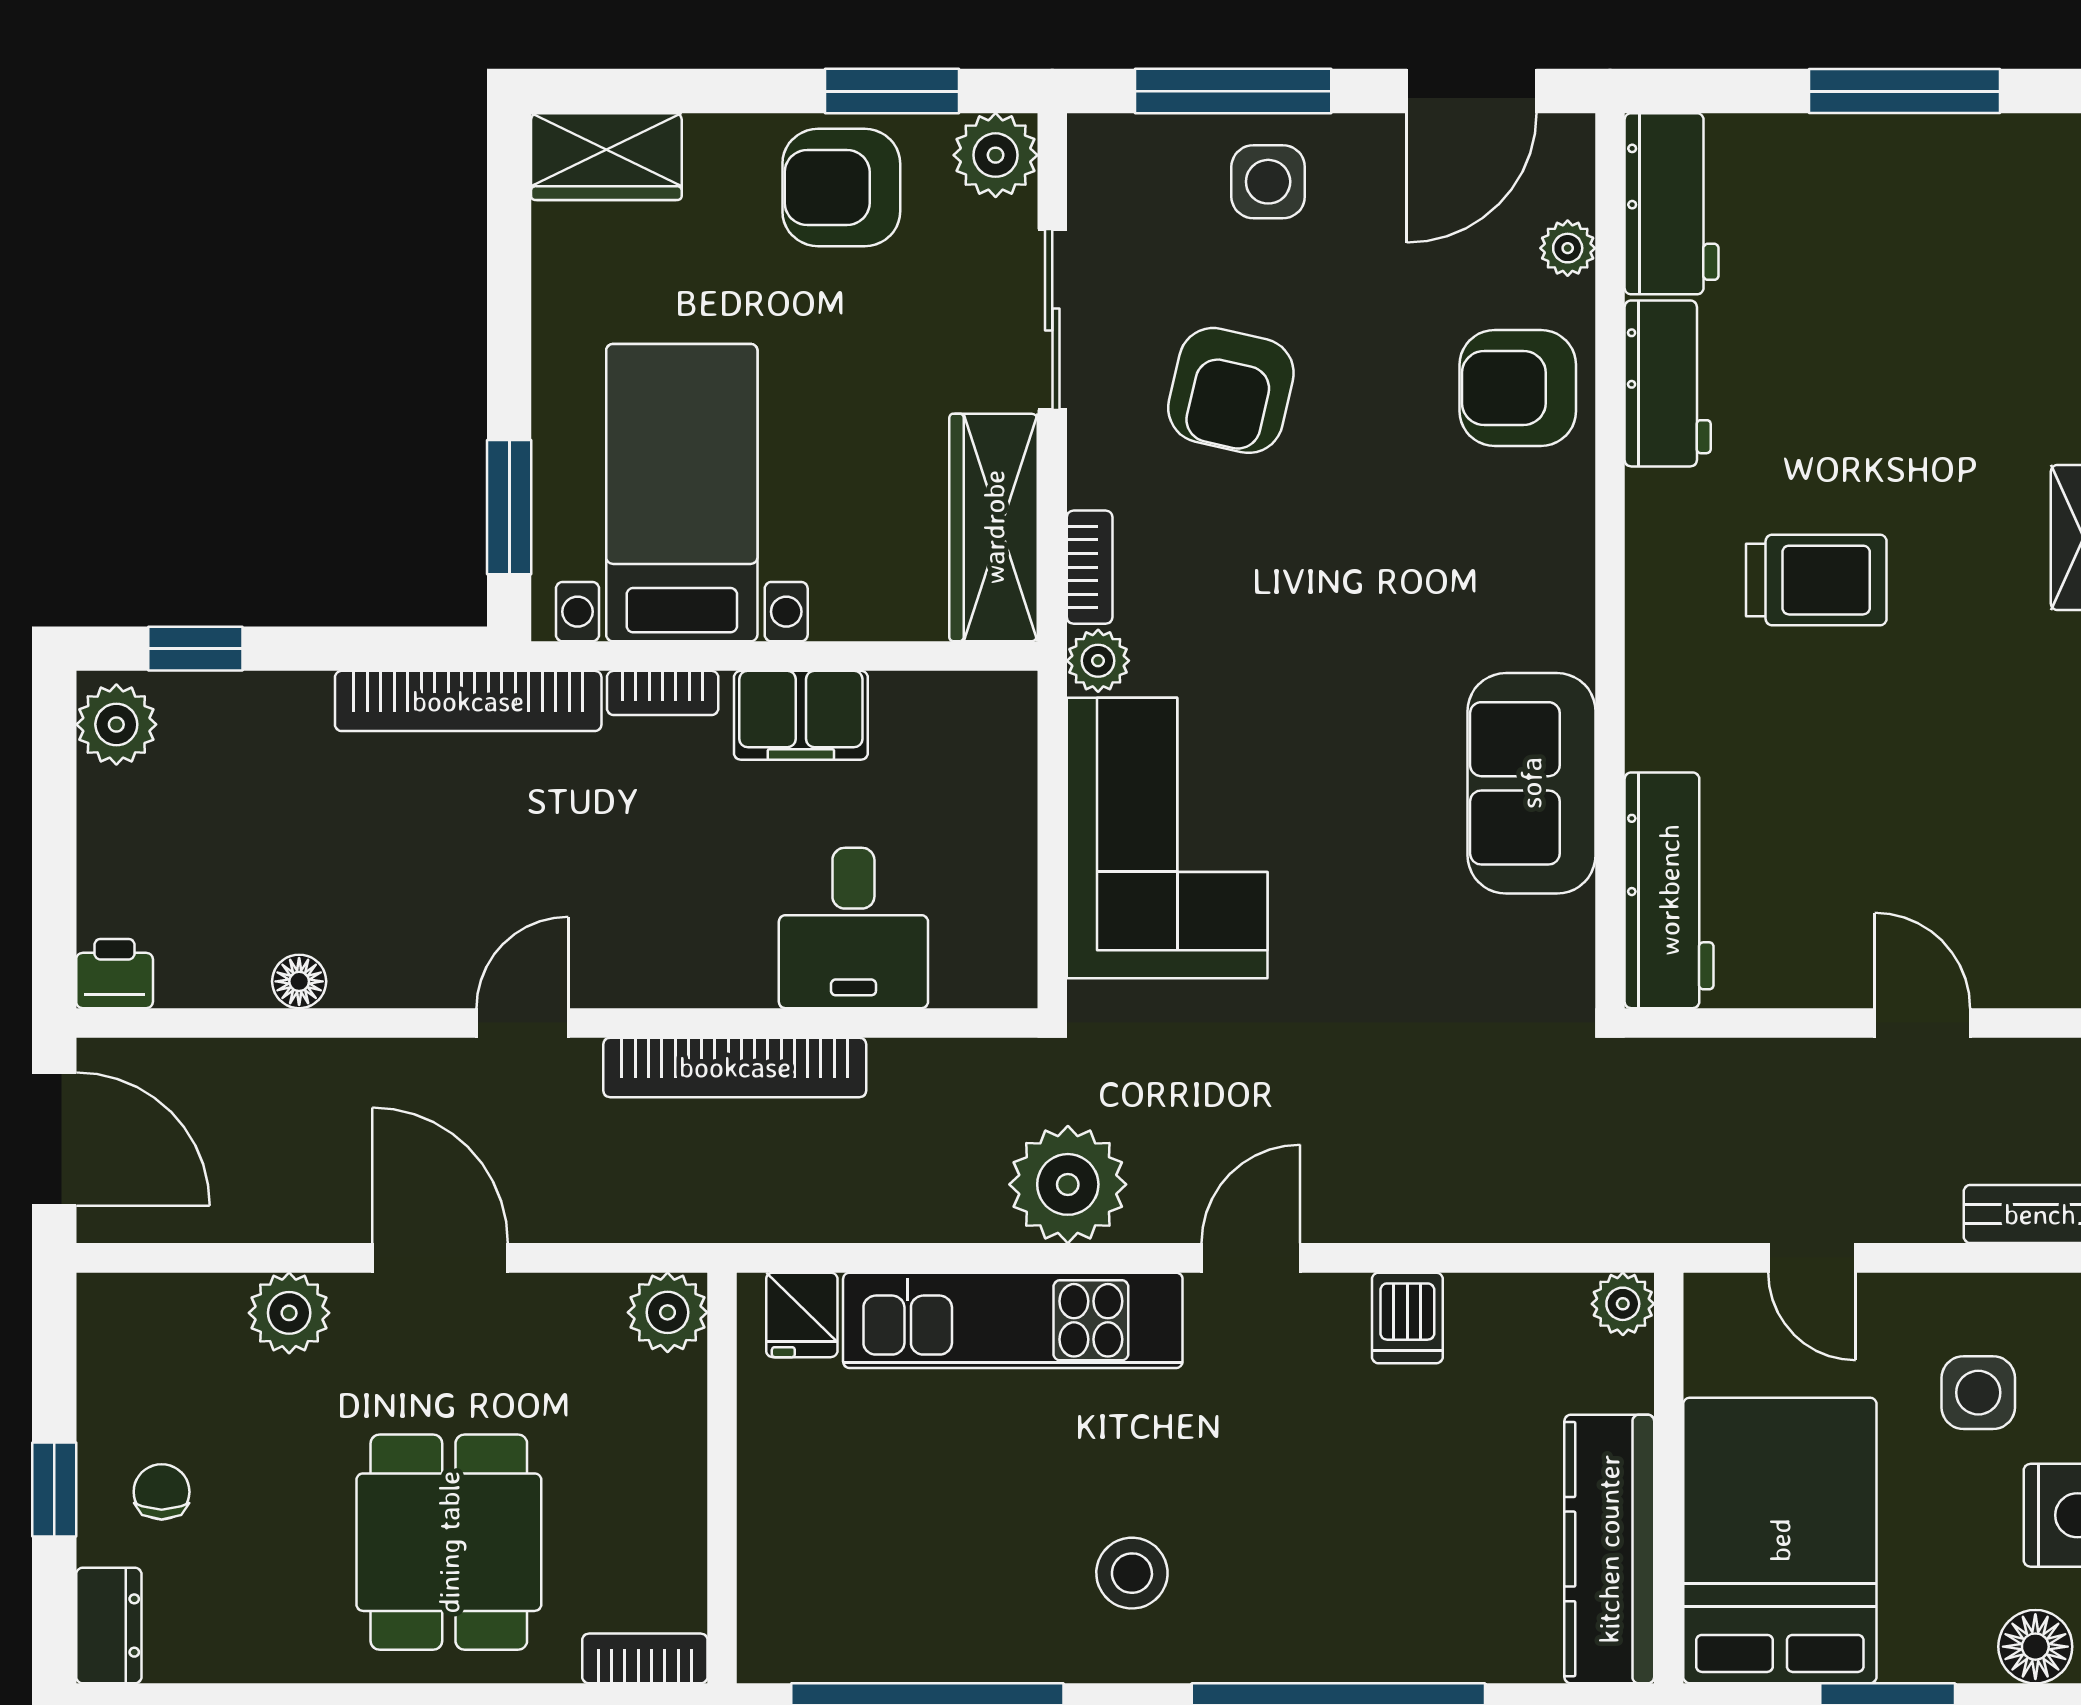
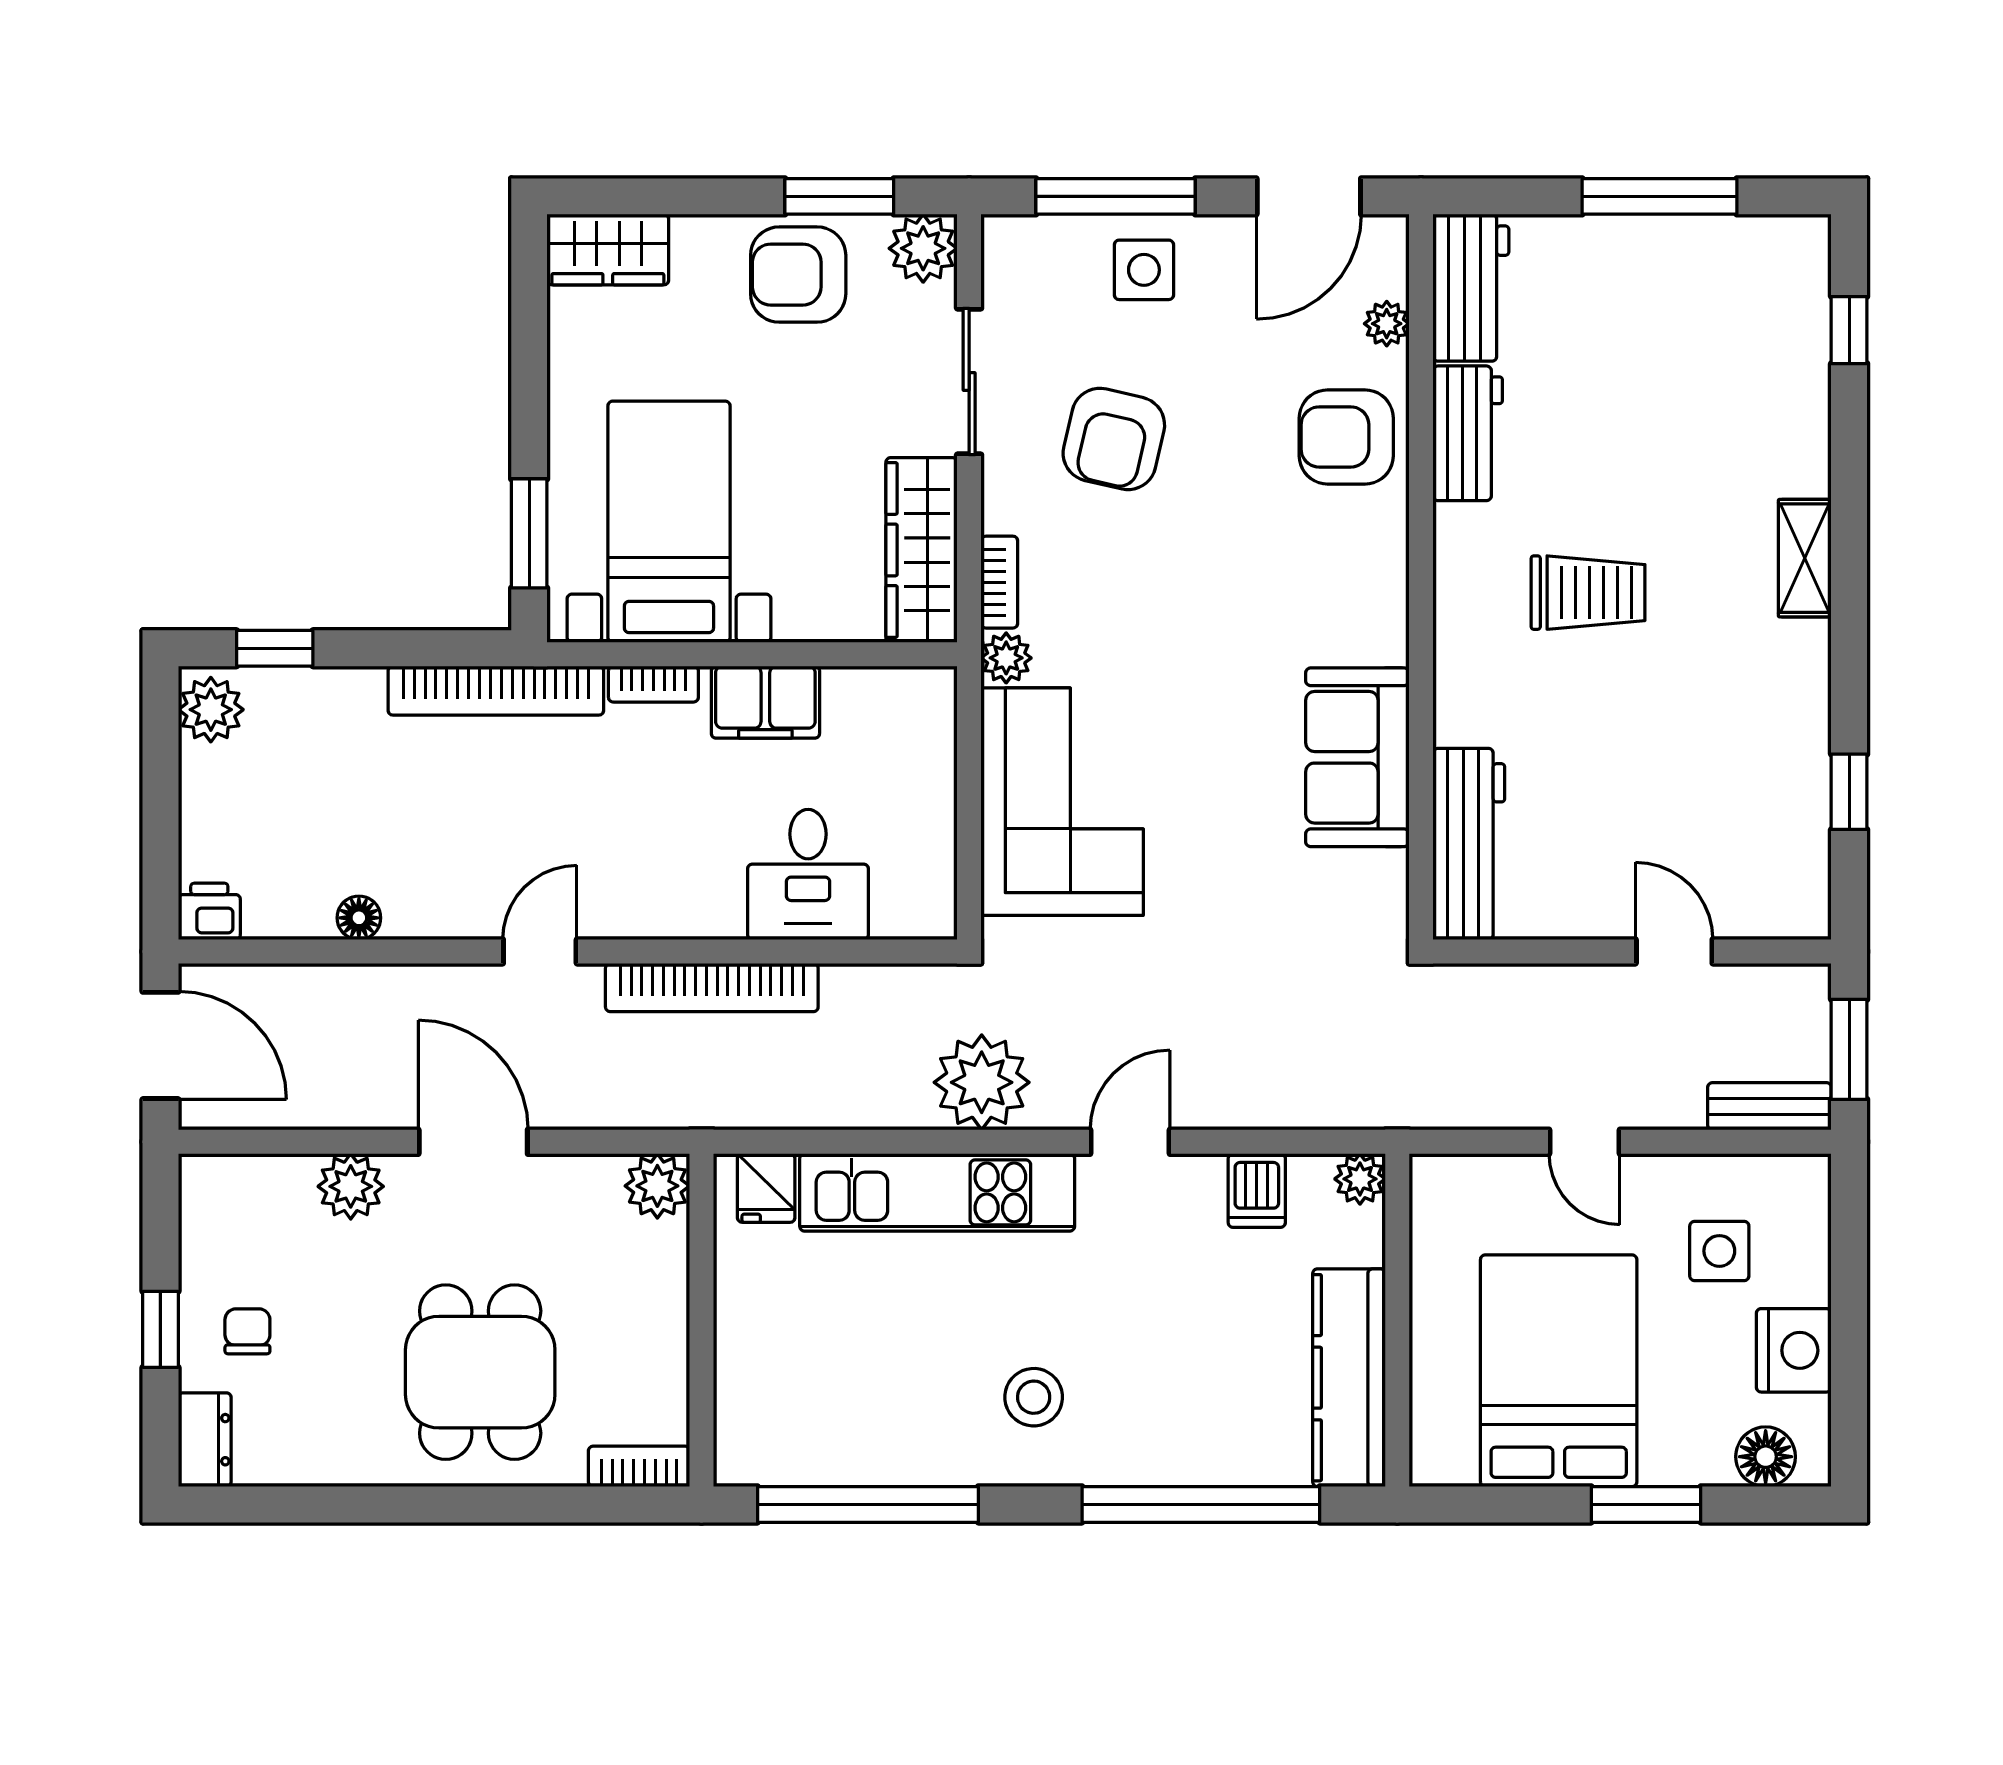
plant: (1623, 1304) -> (1360, 1179), moved
wall: (1669, 1478) -> (1397, 1320), moved
kitchen counter: (1609, 1549) -> (1349, 1378), moved

